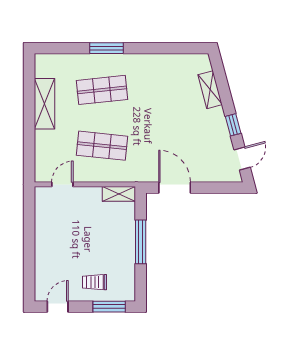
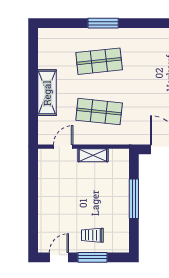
shelving: (45, 104) -> (47, 93), moved
shelving: (119, 194) -> (93, 155), moved
window: (109, 307) -> (93, 257), moved

